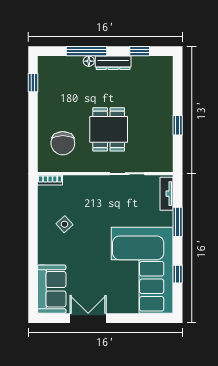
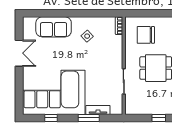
tv unit: (167, 194) -> (98, 110), moved
sofa: (52, 289) -> (54, 27), moved

